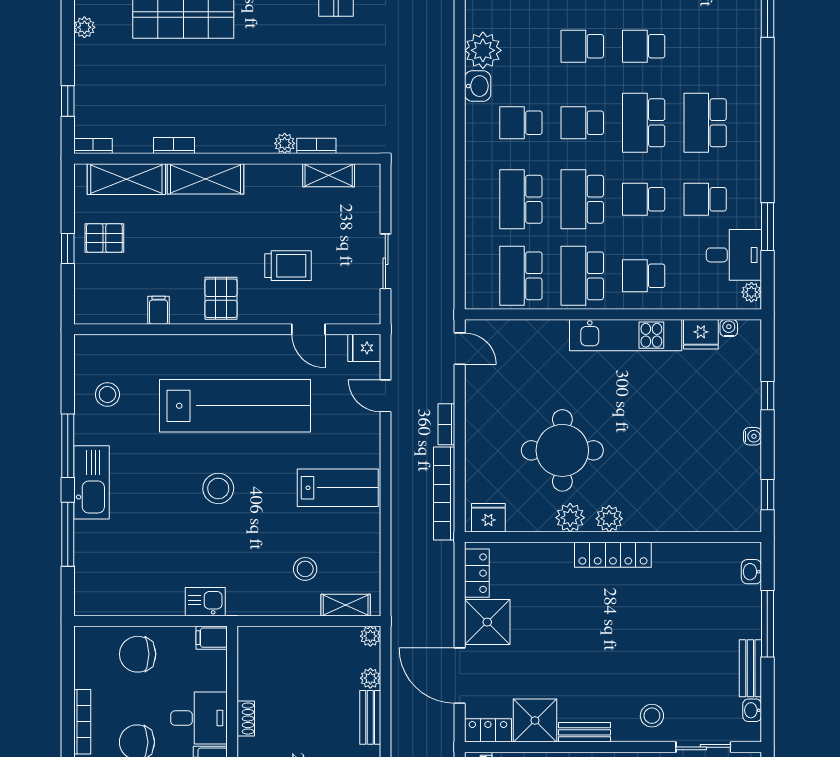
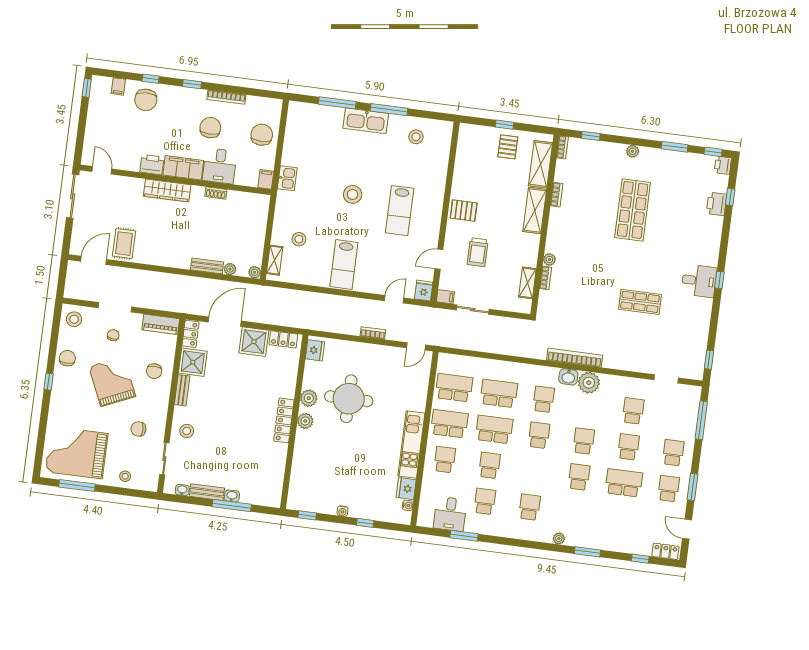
school desk: (644, 123) -> (534, 471), removed
school desk: (705, 123) -> (530, 507), width x0.54
plant: (751, 292) -> (559, 539), moved
filing cabinet: (158, 310) -> (445, 297), moved
lab bench: (235, 406) -> (400, 211), width x0.54, depth x0.72
bookcase: (444, 493) -> (575, 358), moved
washbasin: (751, 572) -> (232, 496), moved

